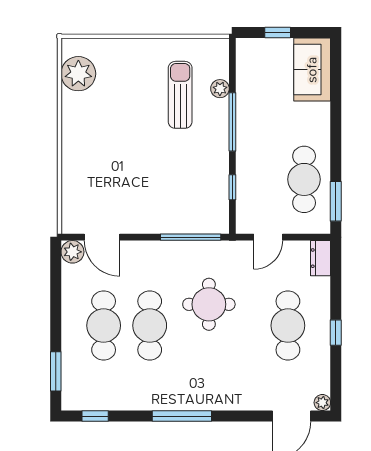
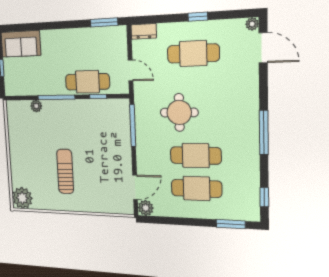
plant: (78, 74) -> (22, 198), moved
sun lounger: (180, 95) -> (65, 171), moved, turned 90
cafe table: (304, 179) -> (87, 82), moved

